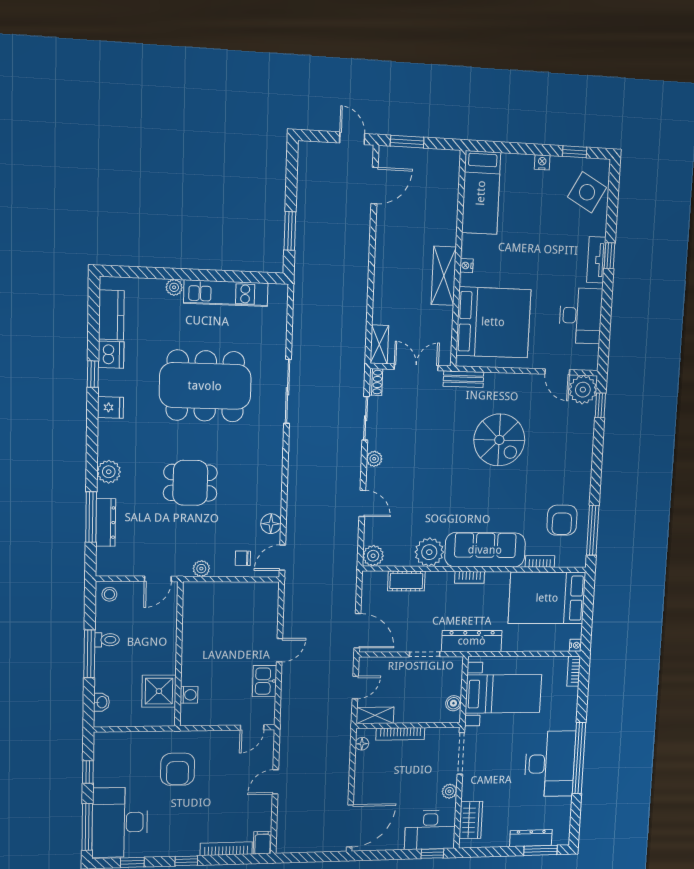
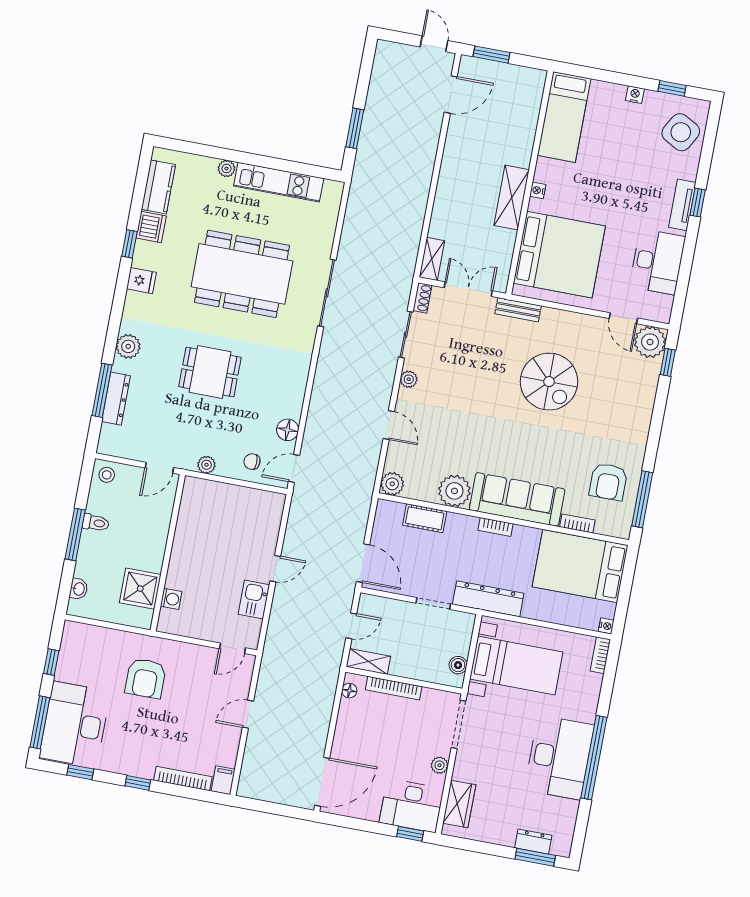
dresser: (531, 838) -> (533, 842), width x0.70

